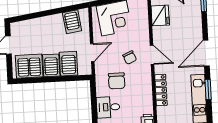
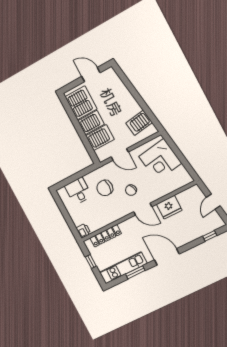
fridge: (160, 15) -> (169, 207), moved
door: (152, 55) -> (143, 209), hinge flipped
locker: (161, 90) -> (106, 236), moved

